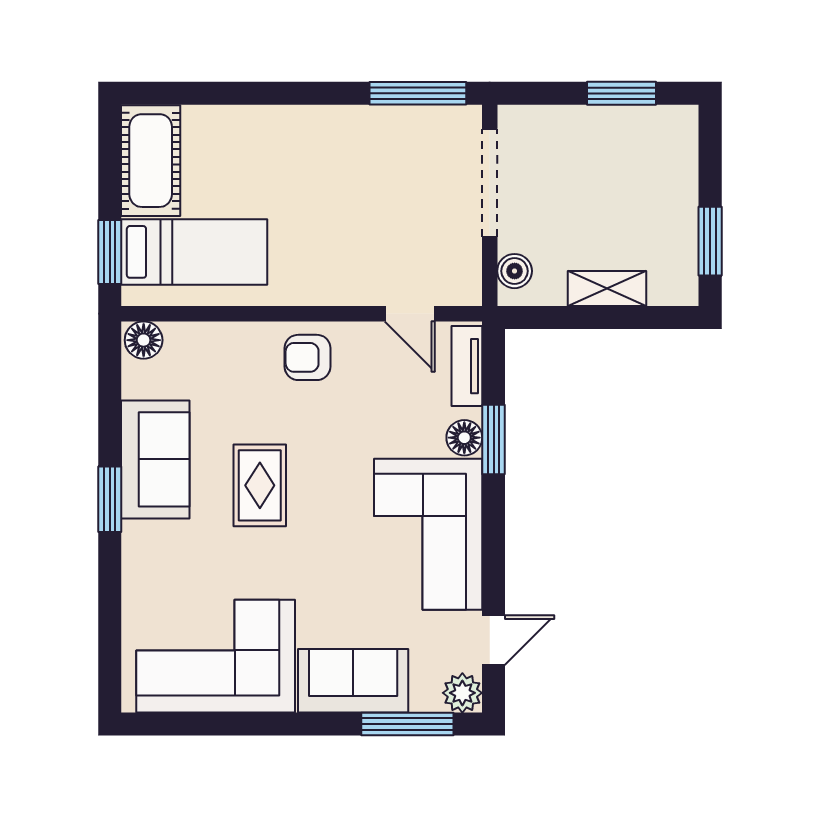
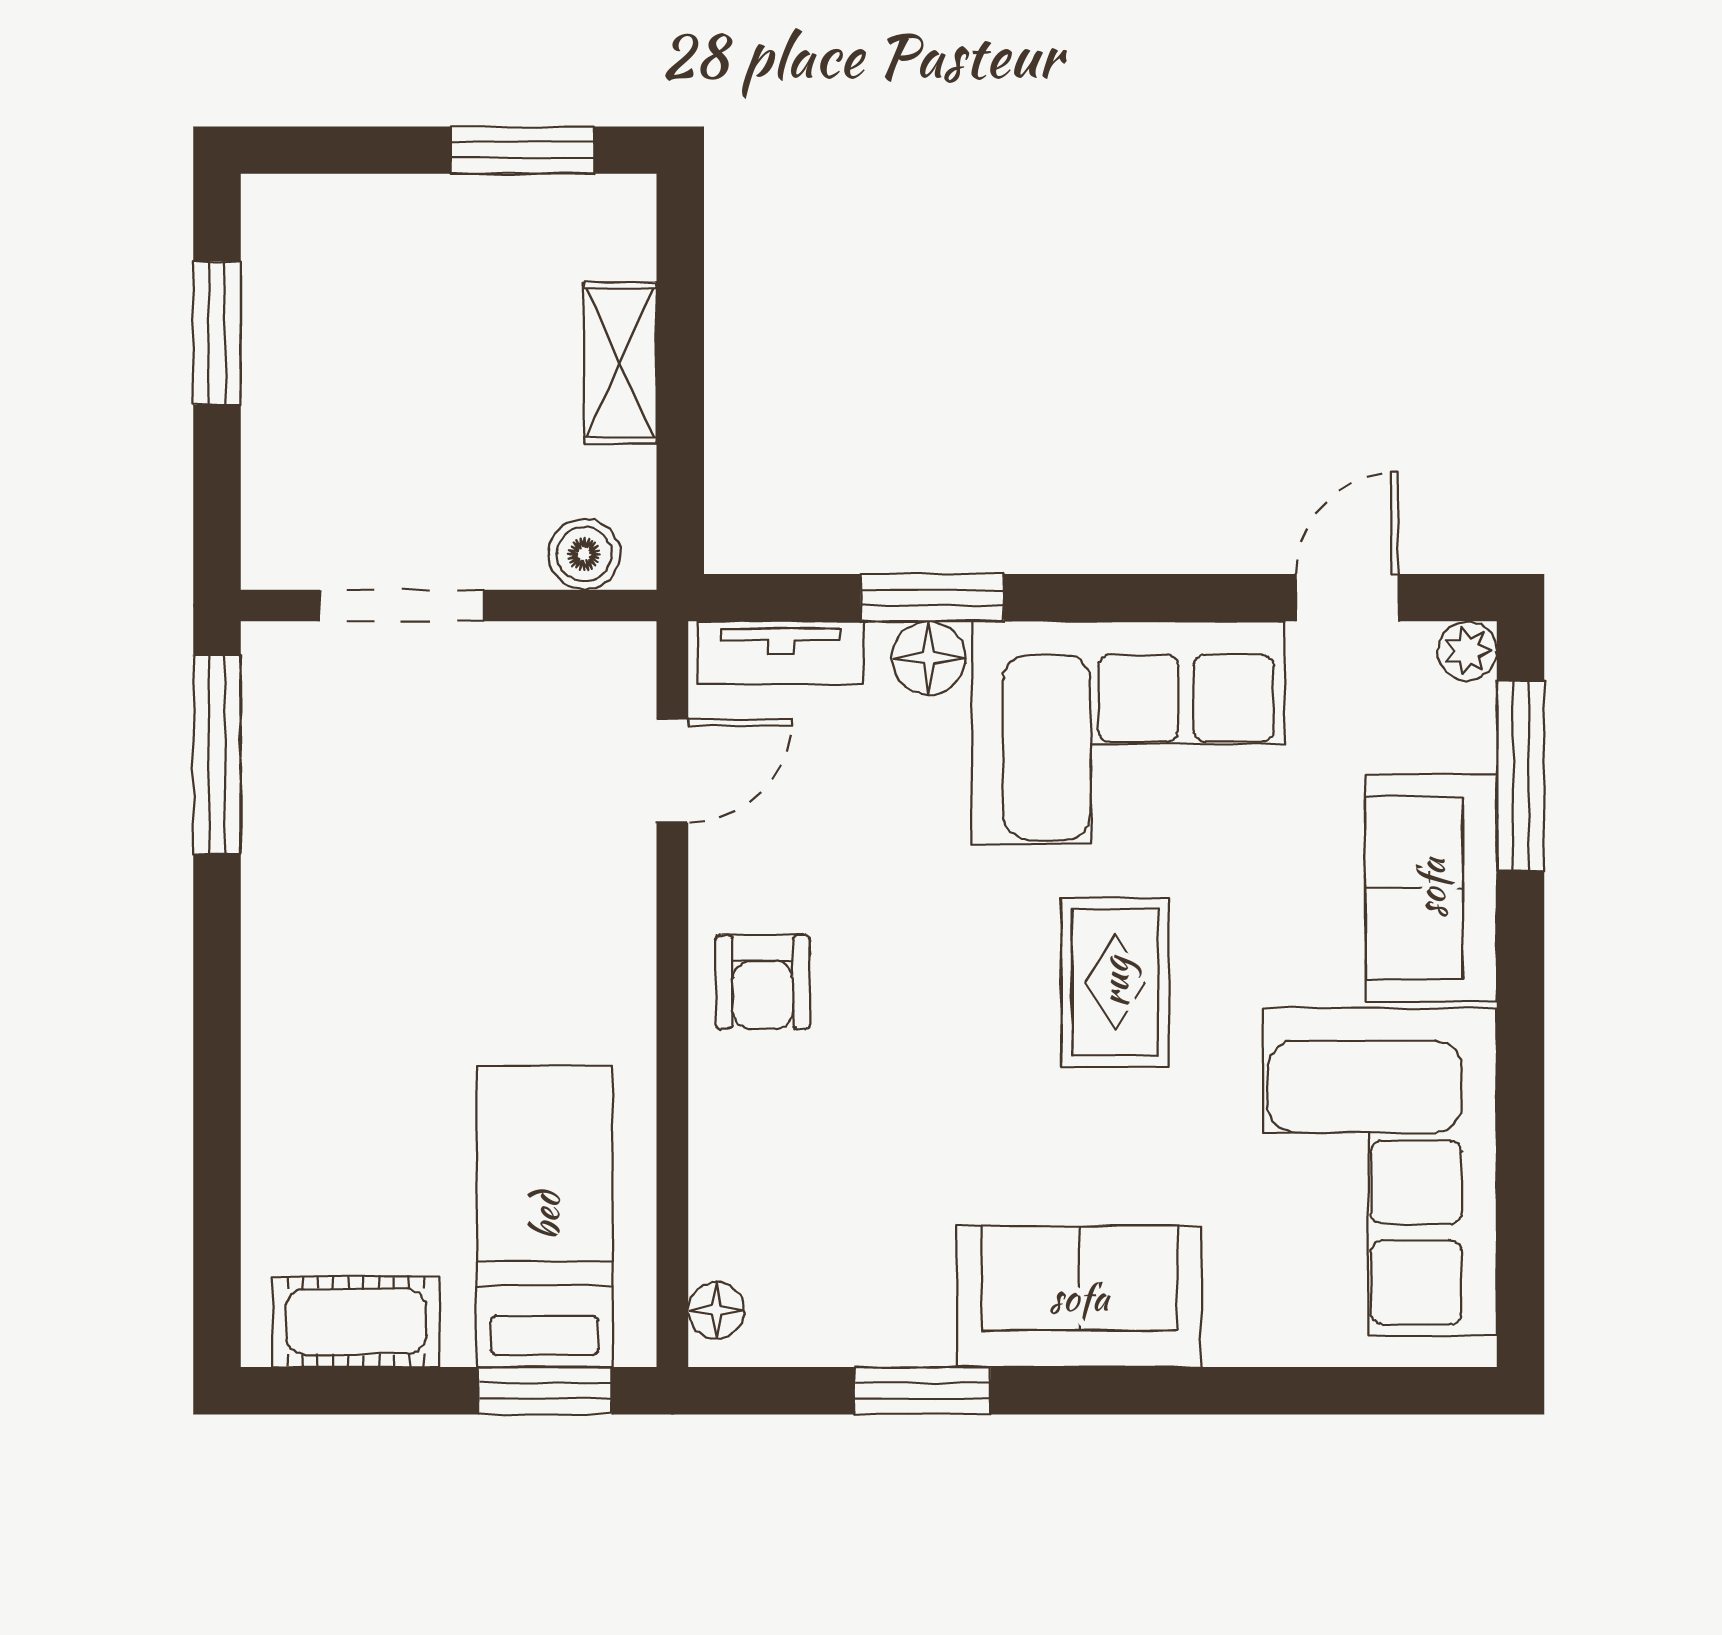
cot: (151, 161) -> (356, 1322), width x0.73, depth x0.75
doorway: (490, 183) -> (402, 606), width x0.73
floor lamp: (144, 340) -> (716, 1310), width x0.73, depth x0.73
sofa: (155, 459) -> (1079, 1297), moved
rug: (260, 485) -> (1115, 982), moved, turned 90
window: (110, 499) -> (923, 1391), moved
door: (494, 640) -> (1347, 598), hinge flipped
plant: (462, 693) -> (1467, 651), width x0.73, depth x0.73

